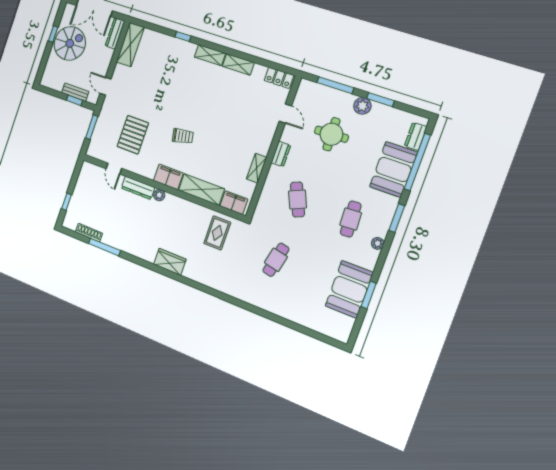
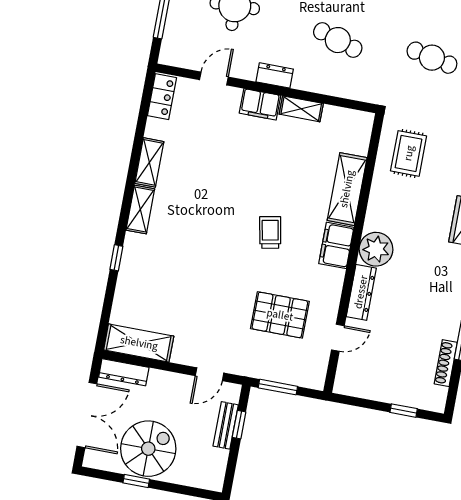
spiral stairs: (70, 43) -> (148, 449), turned 90
plant: (159, 195) -> (376, 249), width x1.87, depth x1.87
cafe table: (297, 199) -> (338, 40), turned 42
filing cabinet: (234, 203) -> (260, 104), moved, turned -90
rug: (217, 233) -> (409, 153), turned 90

